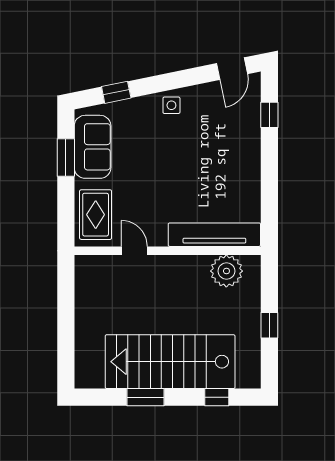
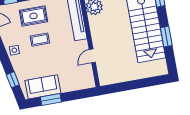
coffee table: (183, 157) -> (40, 40), added
rug: (96, 215) -> (33, 16), moved

